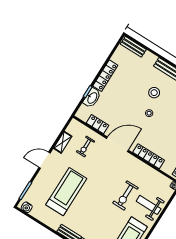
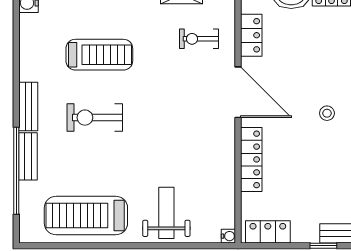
treadmill: (66, 192) -> (99, 55), width x0.73, depth x0.73
exercise bike: (125, 195) -> (95, 118), moved

